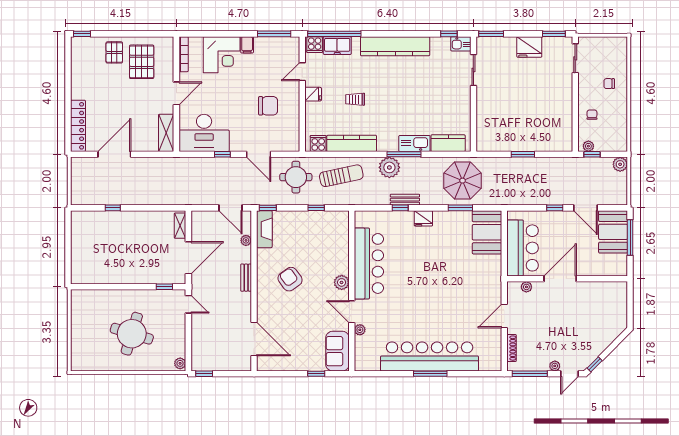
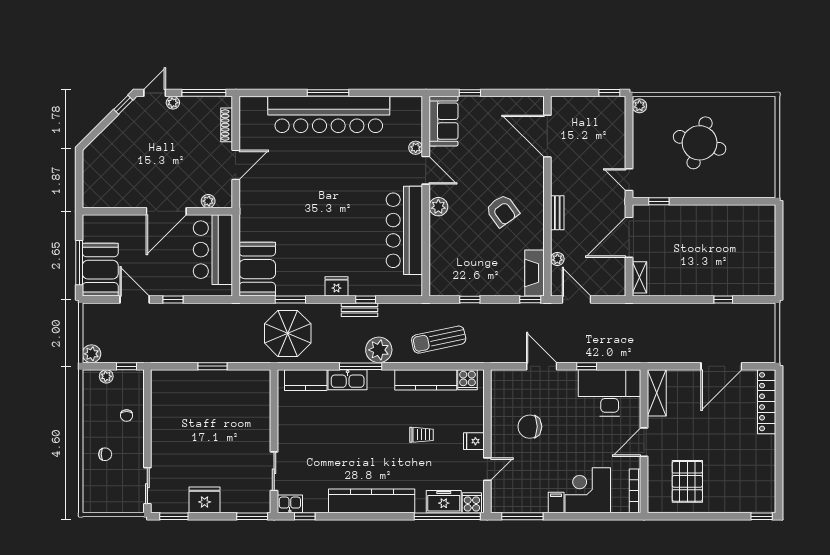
pallet: (114, 52) -> (721, 493), removed
plant: (588, 146) -> (106, 376), moved
round table: (296, 177) -> (495, 338), removed

